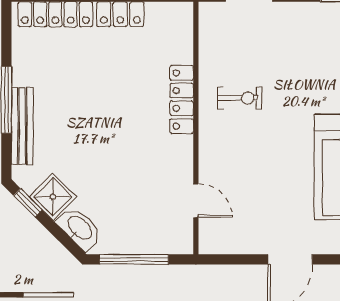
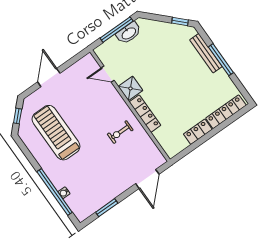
shower: (53, 197) -> (130, 88), moved, turned 45
washbasin: (79, 228) -> (129, 33), moved, turned -45

